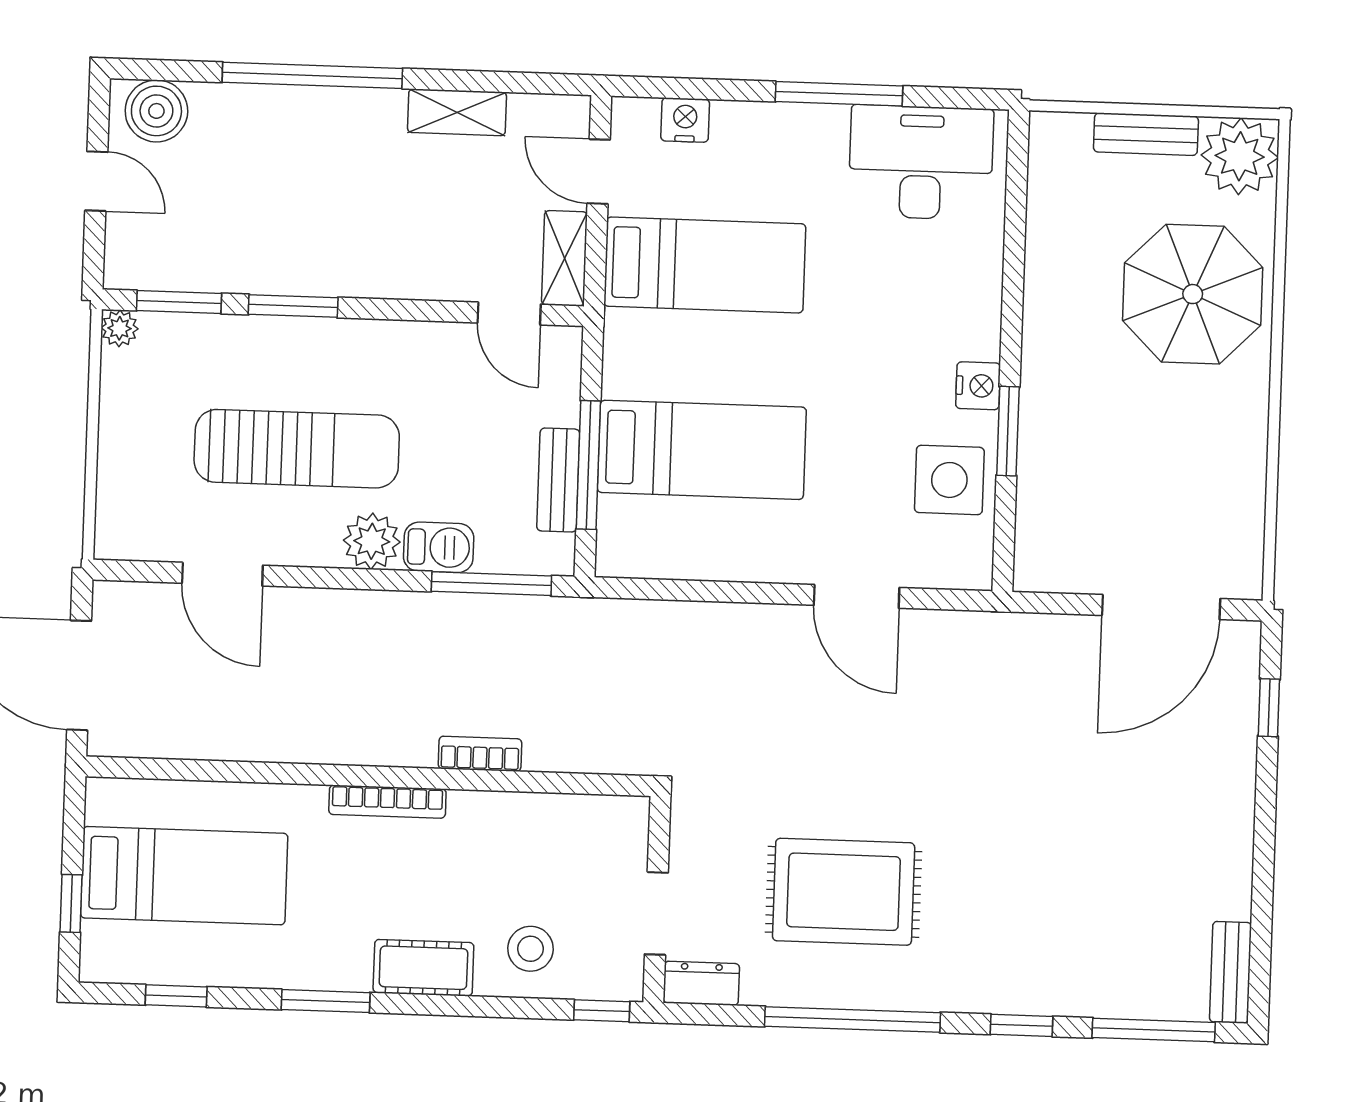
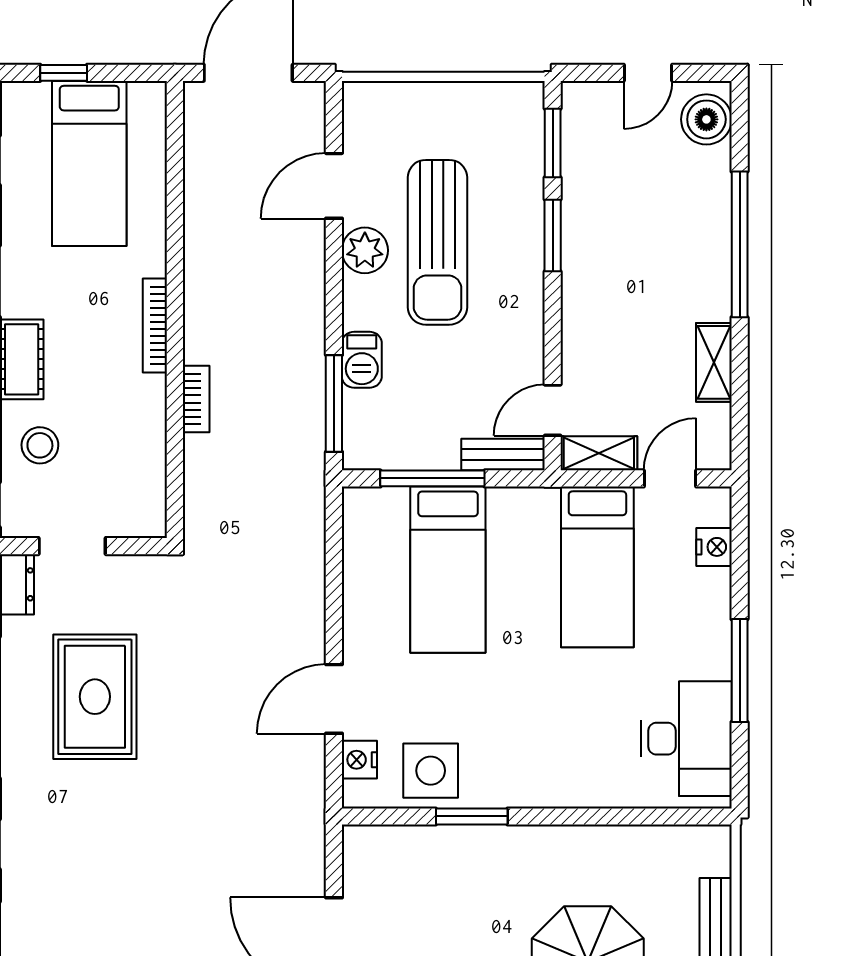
plant: (120, 328) -> (530, 96), removed
nightstand: (978, 386) -> (359, 760), moved, turned 90
bench: (558, 480) -> (503, 455), moved
plant: (372, 541) -> (365, 250), moved

